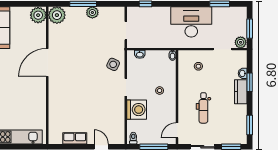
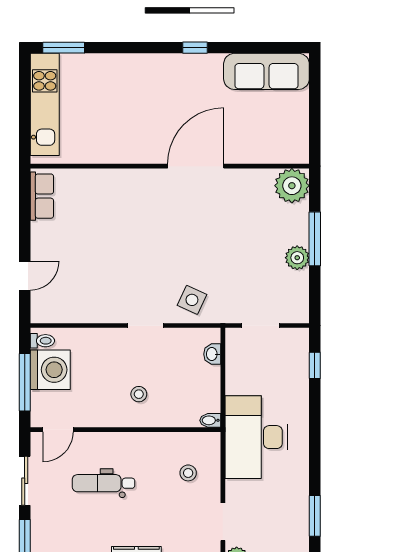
plant: (38, 15) -> (292, 148), removed
desk: (191, 22) -> (256, 437), moved, turned 180
door: (47, 62) -> (196, 166), hinge flipped
washing machine: (137, 110) -> (50, 370), moved, turned -90
door: (177, 130) -> (58, 430), swing flipped
row of seats: (75, 138) -> (42, 196), moved

